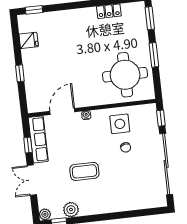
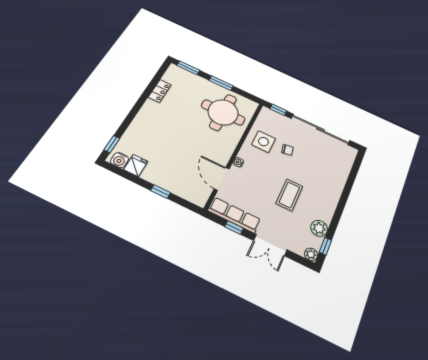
water cooler: (25, 25) -> (120, 160), added

